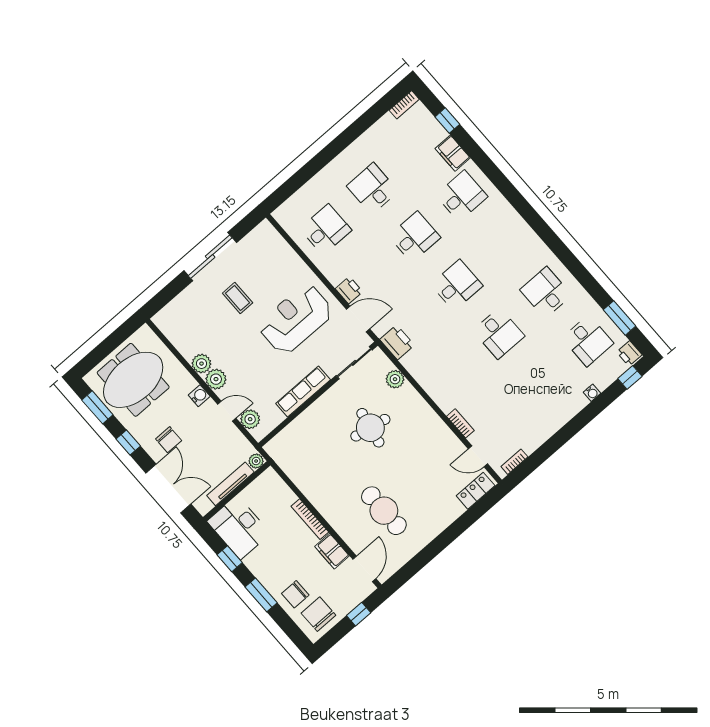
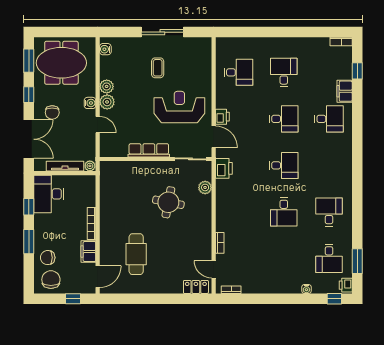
water cooler: (166, 326) -> (105, 49), added
plant: (250, 419) -> (107, 140), removed

